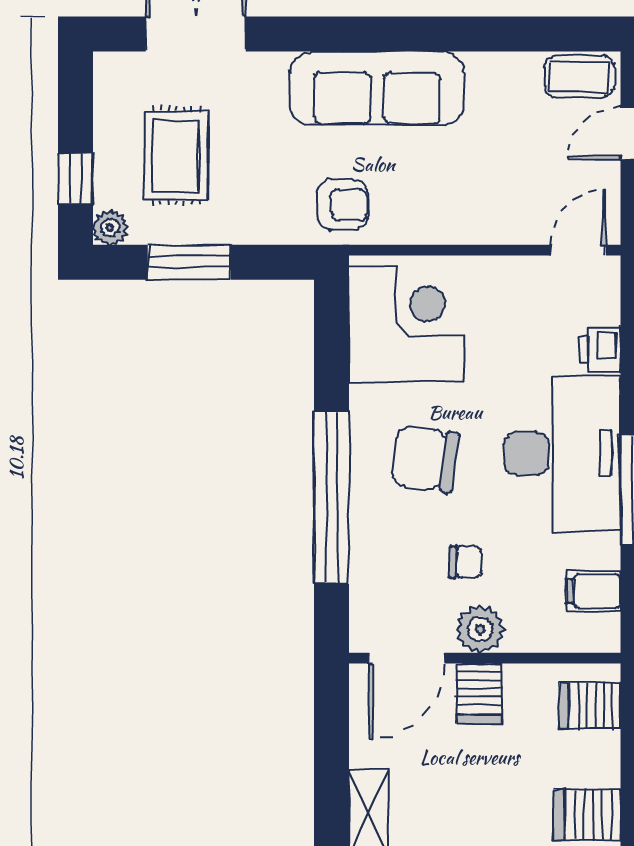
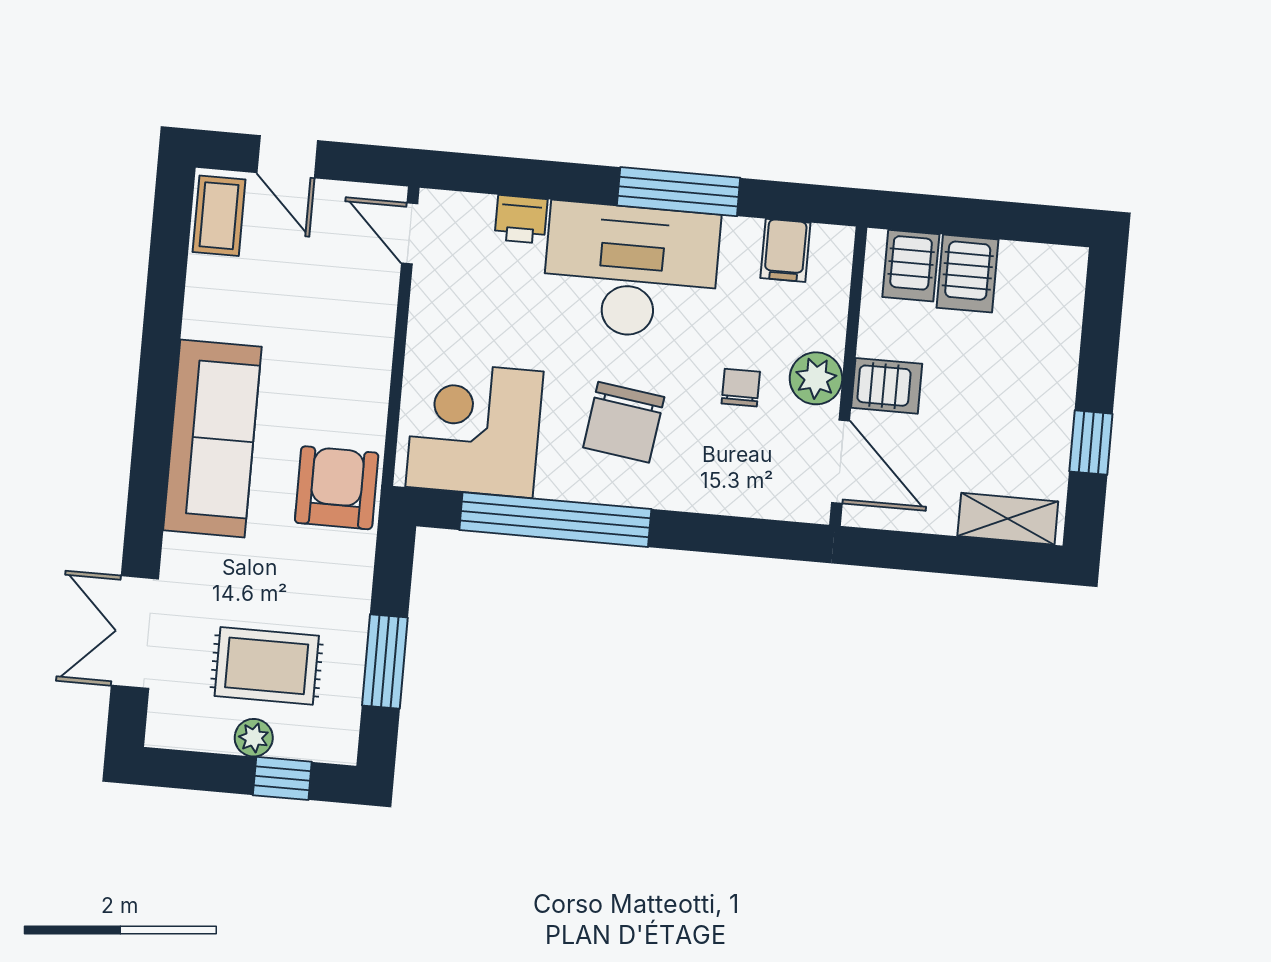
armchair: (343, 205) -> (337, 488), width x1.38, depth x1.38
plant: (110, 228) -> (254, 738), moved
window: (331, 498) -> (555, 520), moved
server rack: (587, 814) -> (967, 274), moved

